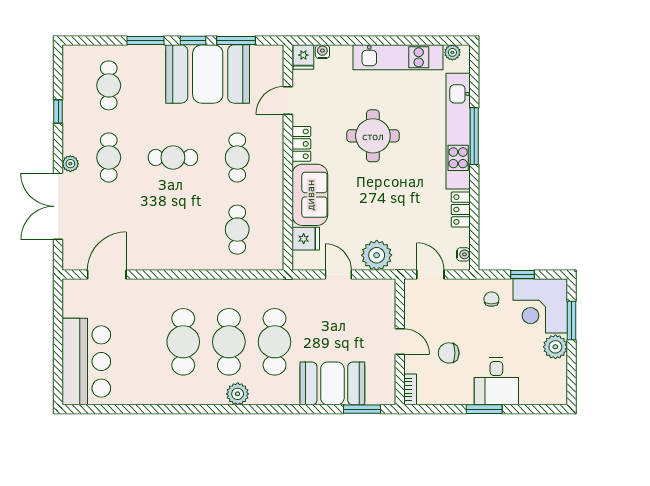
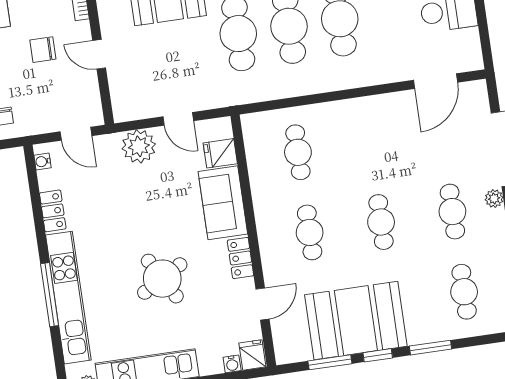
round table: (373, 136) -> (162, 279), turned -30
cafe table: (173, 158) -> (381, 222), turned 90
chair: (449, 353) -> (43, 50), turned 180

